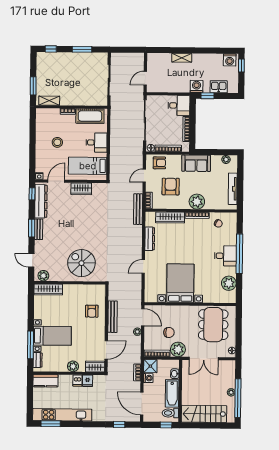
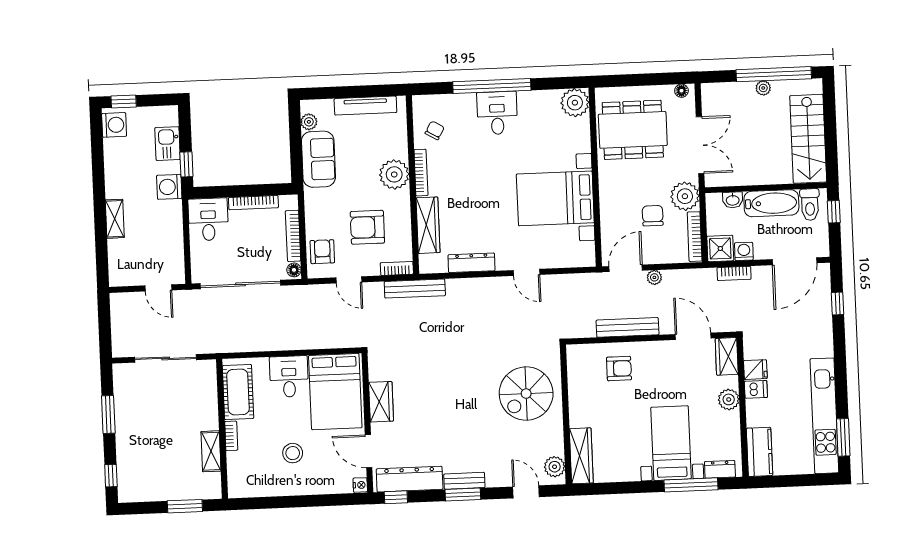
shelving: (49, 101) -> (211, 451), moved
sofa: (196, 163) -> (318, 159), moved
bed: (88, 166) -> (335, 392), width x1.50
door: (31, 260) -> (526, 492), swing flipped
plant: (229, 283) -> (575, 103), moved

